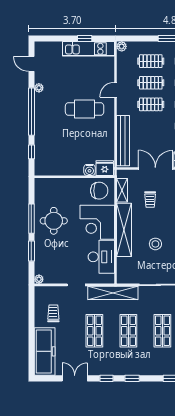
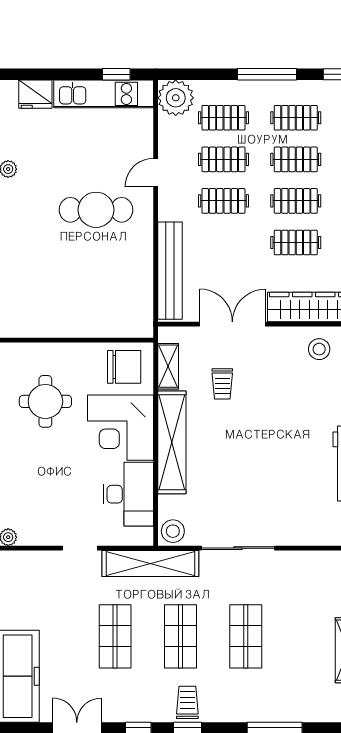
window: (85, 39) -> (116, 74), moved
plant: (122, 46) -> (176, 98), width x1.88, depth x1.88
fridge: (105, 168) -> (35, 94), moved, turned 180
water cooler: (90, 170) -> (106, 327), removed
round table: (54, 221) -> (45, 401), moved
stool: (155, 244) -> (173, 531), moved
trolley: (53, 313) -> (187, 702), moved

